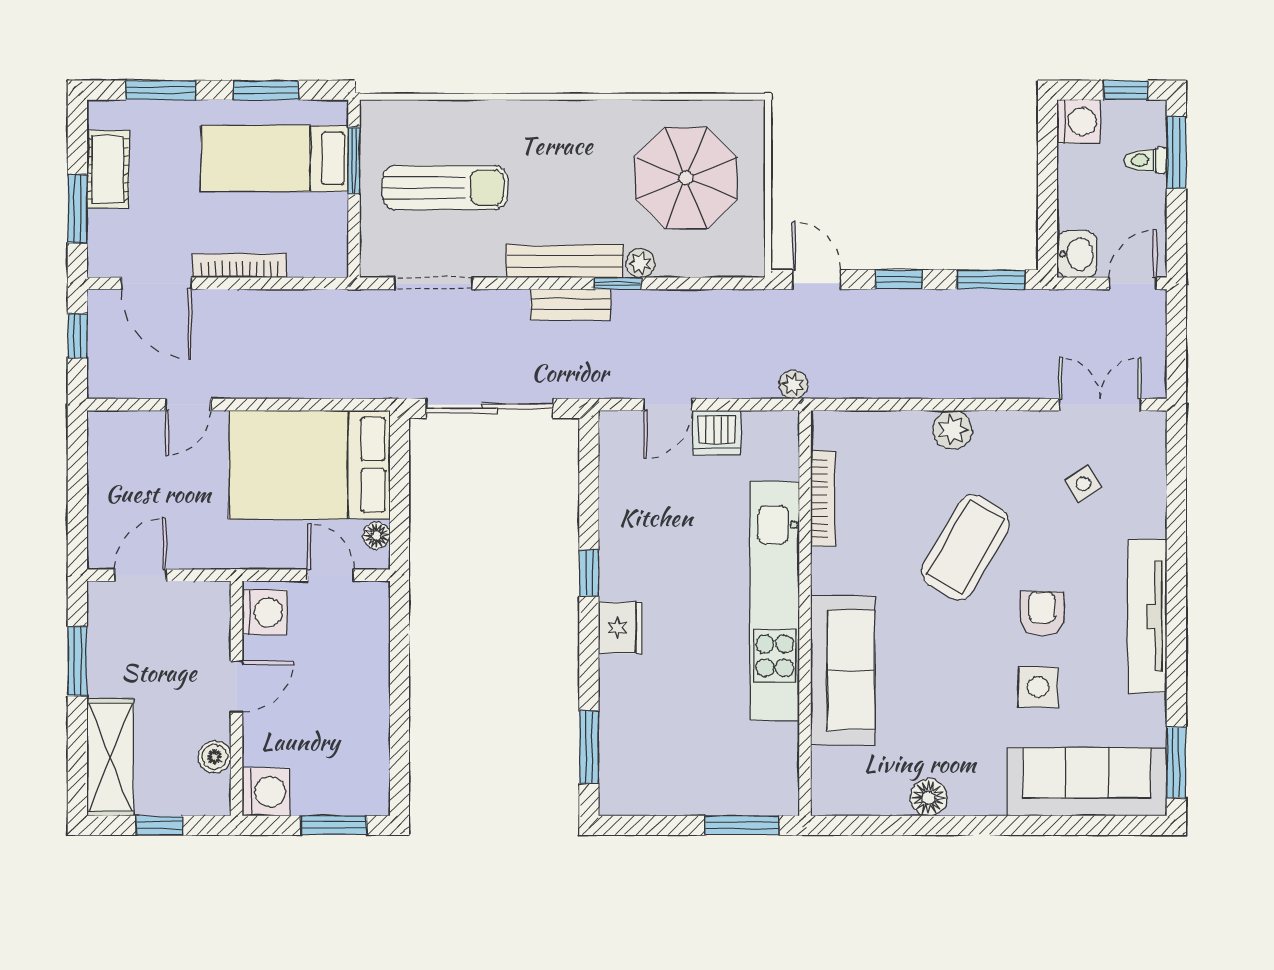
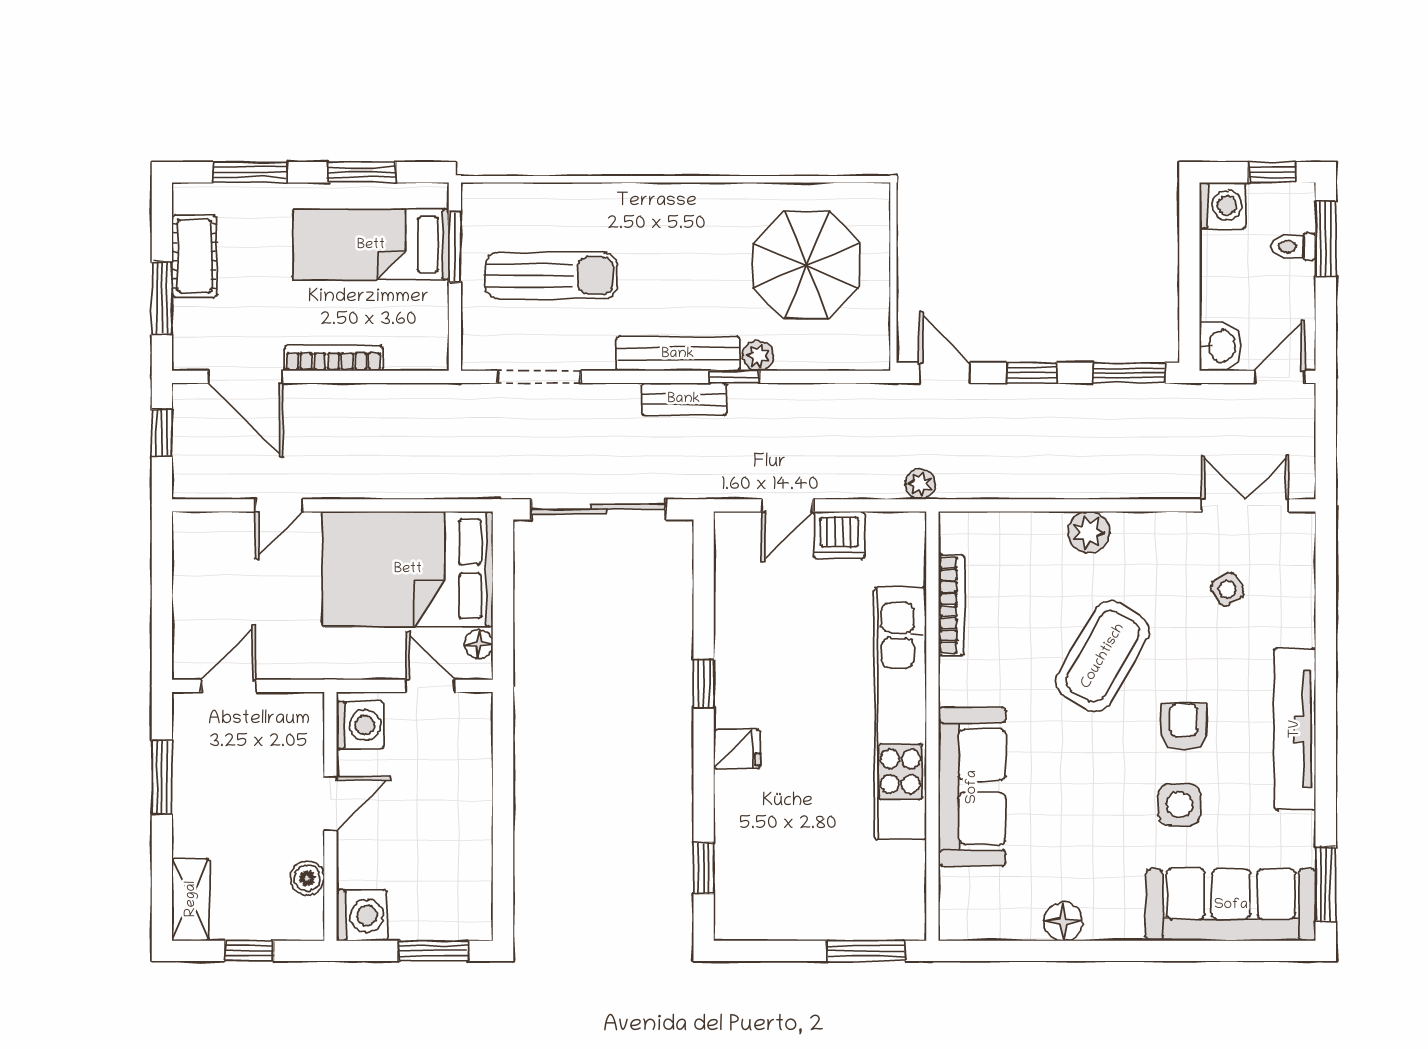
fridge: (621, 628) -> (737, 749), width x0.72
window: (589, 747) -> (704, 868), width x0.67
shelving: (110, 757) -> (191, 899), width x0.67, depth x0.75

